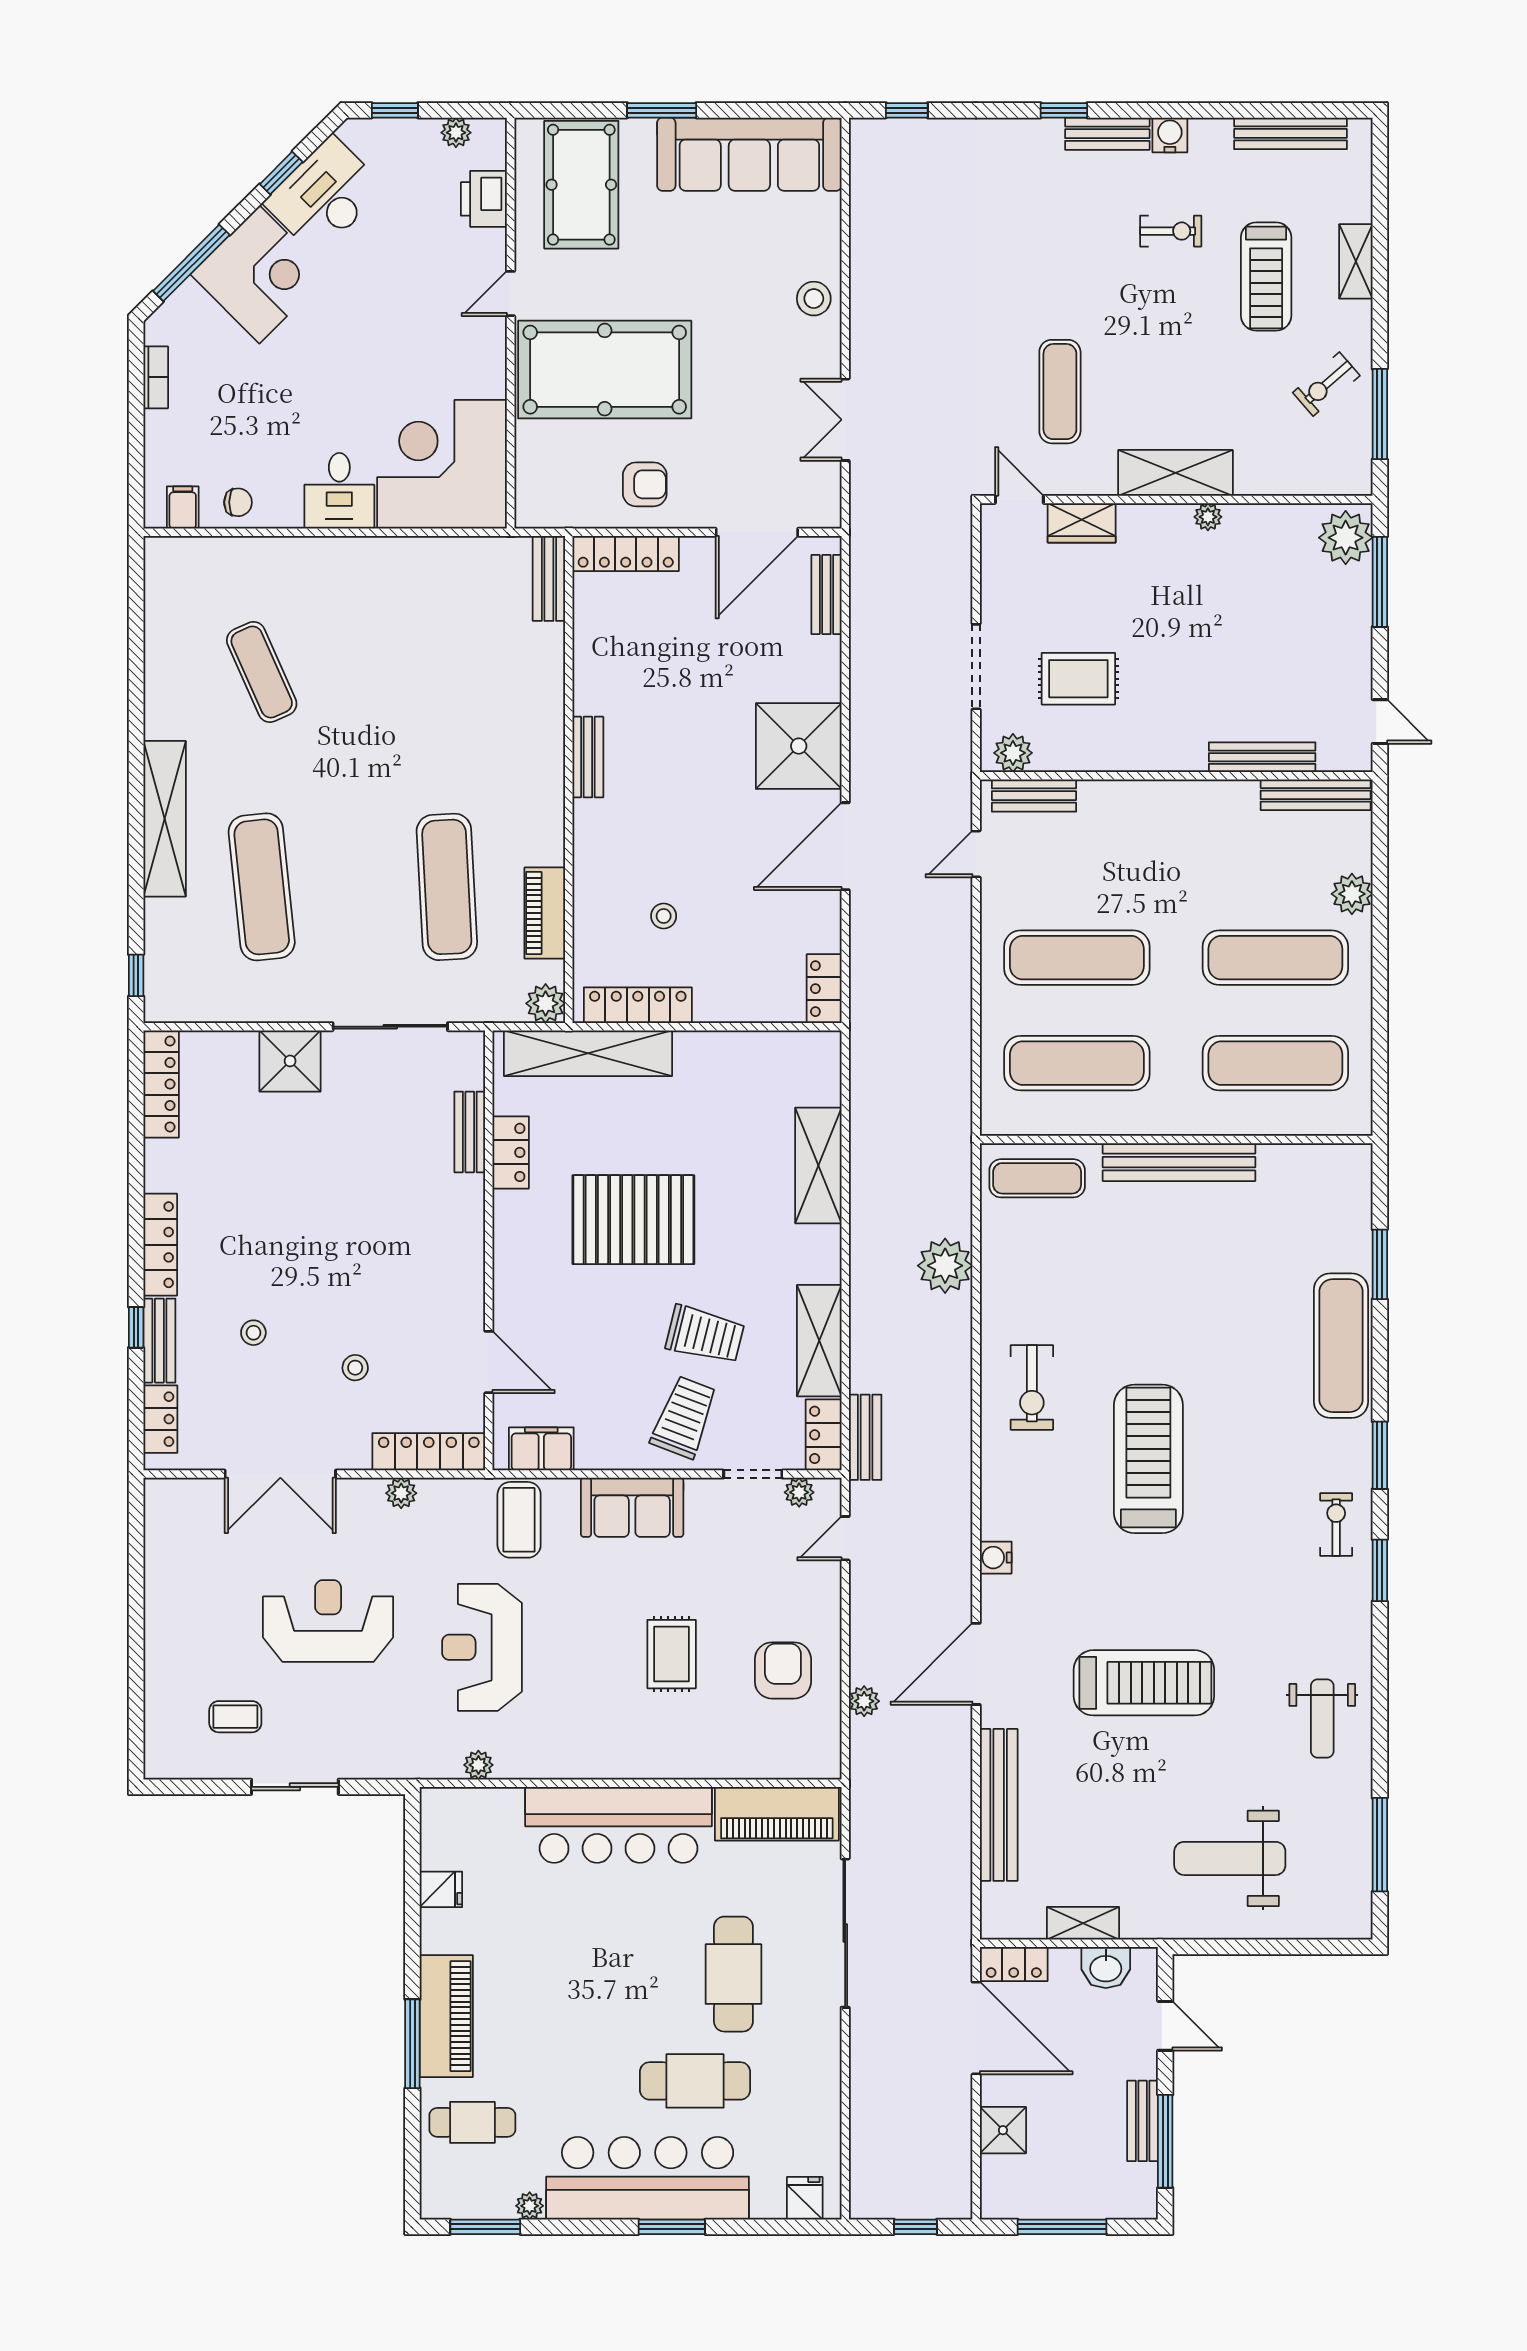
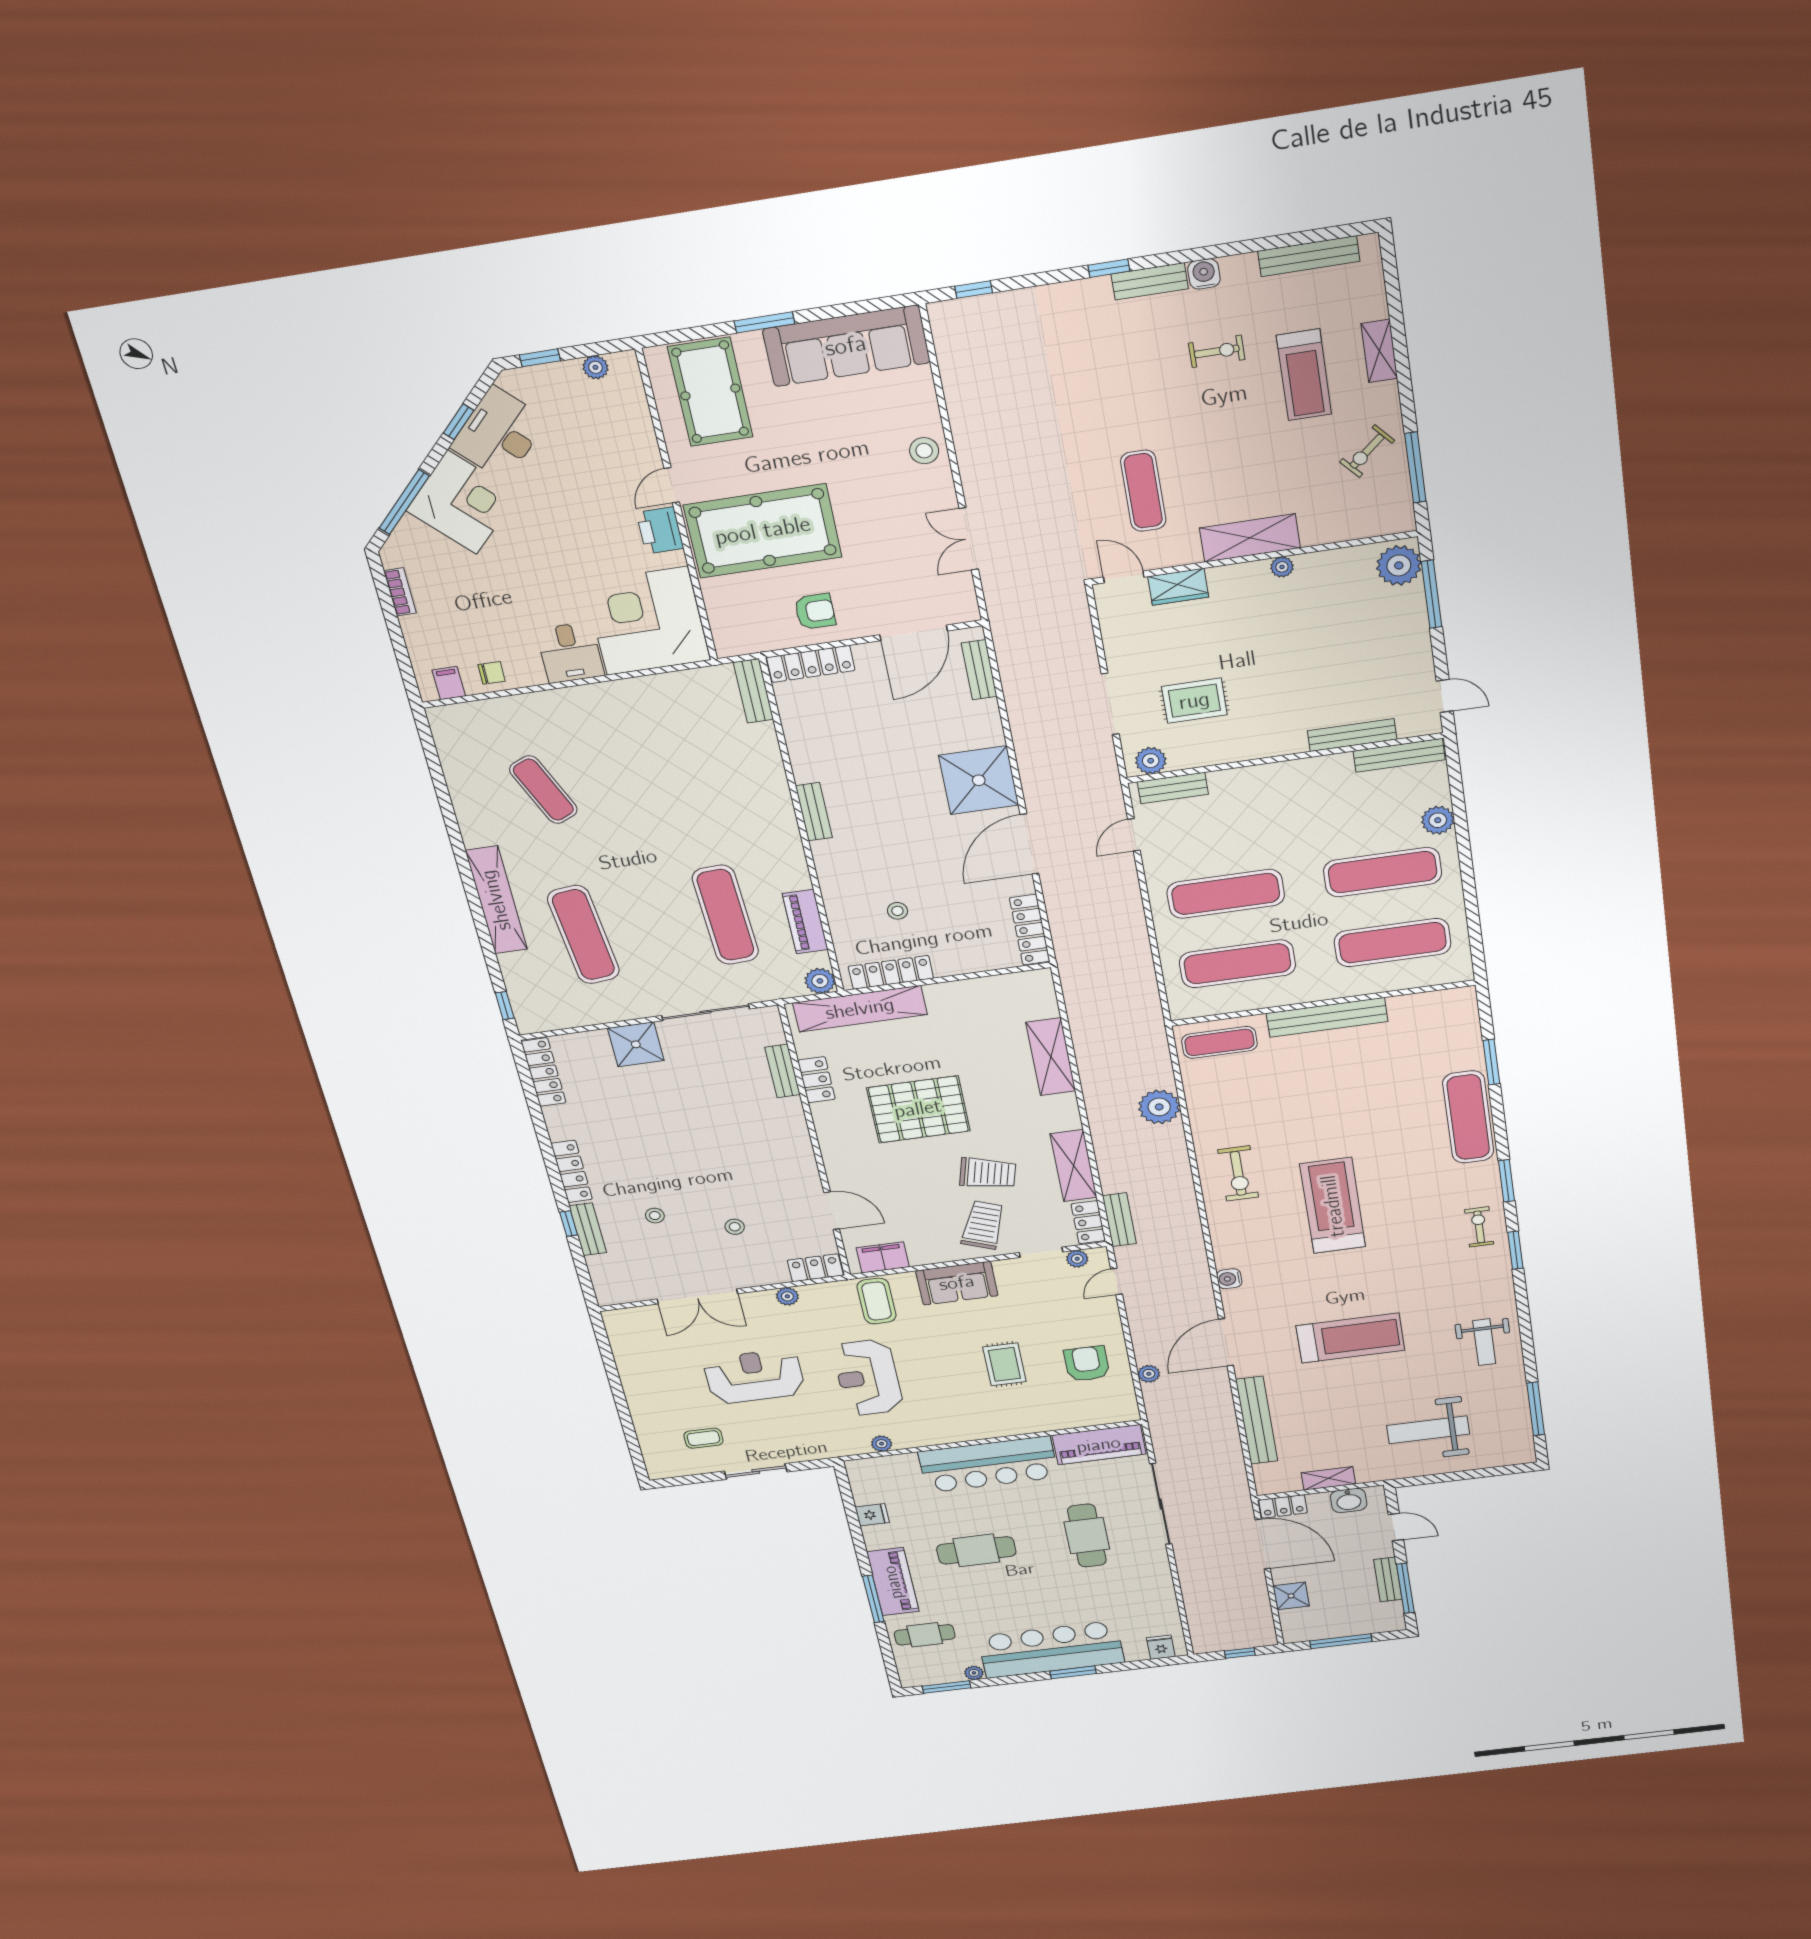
printer: (484, 199) -> (660, 530), moved
locker: (824, 989) -> (1030, 930), width x1.53
locker: (160, 1419) -> (602, 1276), removed
locker: (429, 1452) -> (815, 1268), width x0.66
cafe table: (695, 2081) -> (976, 1550), moved

